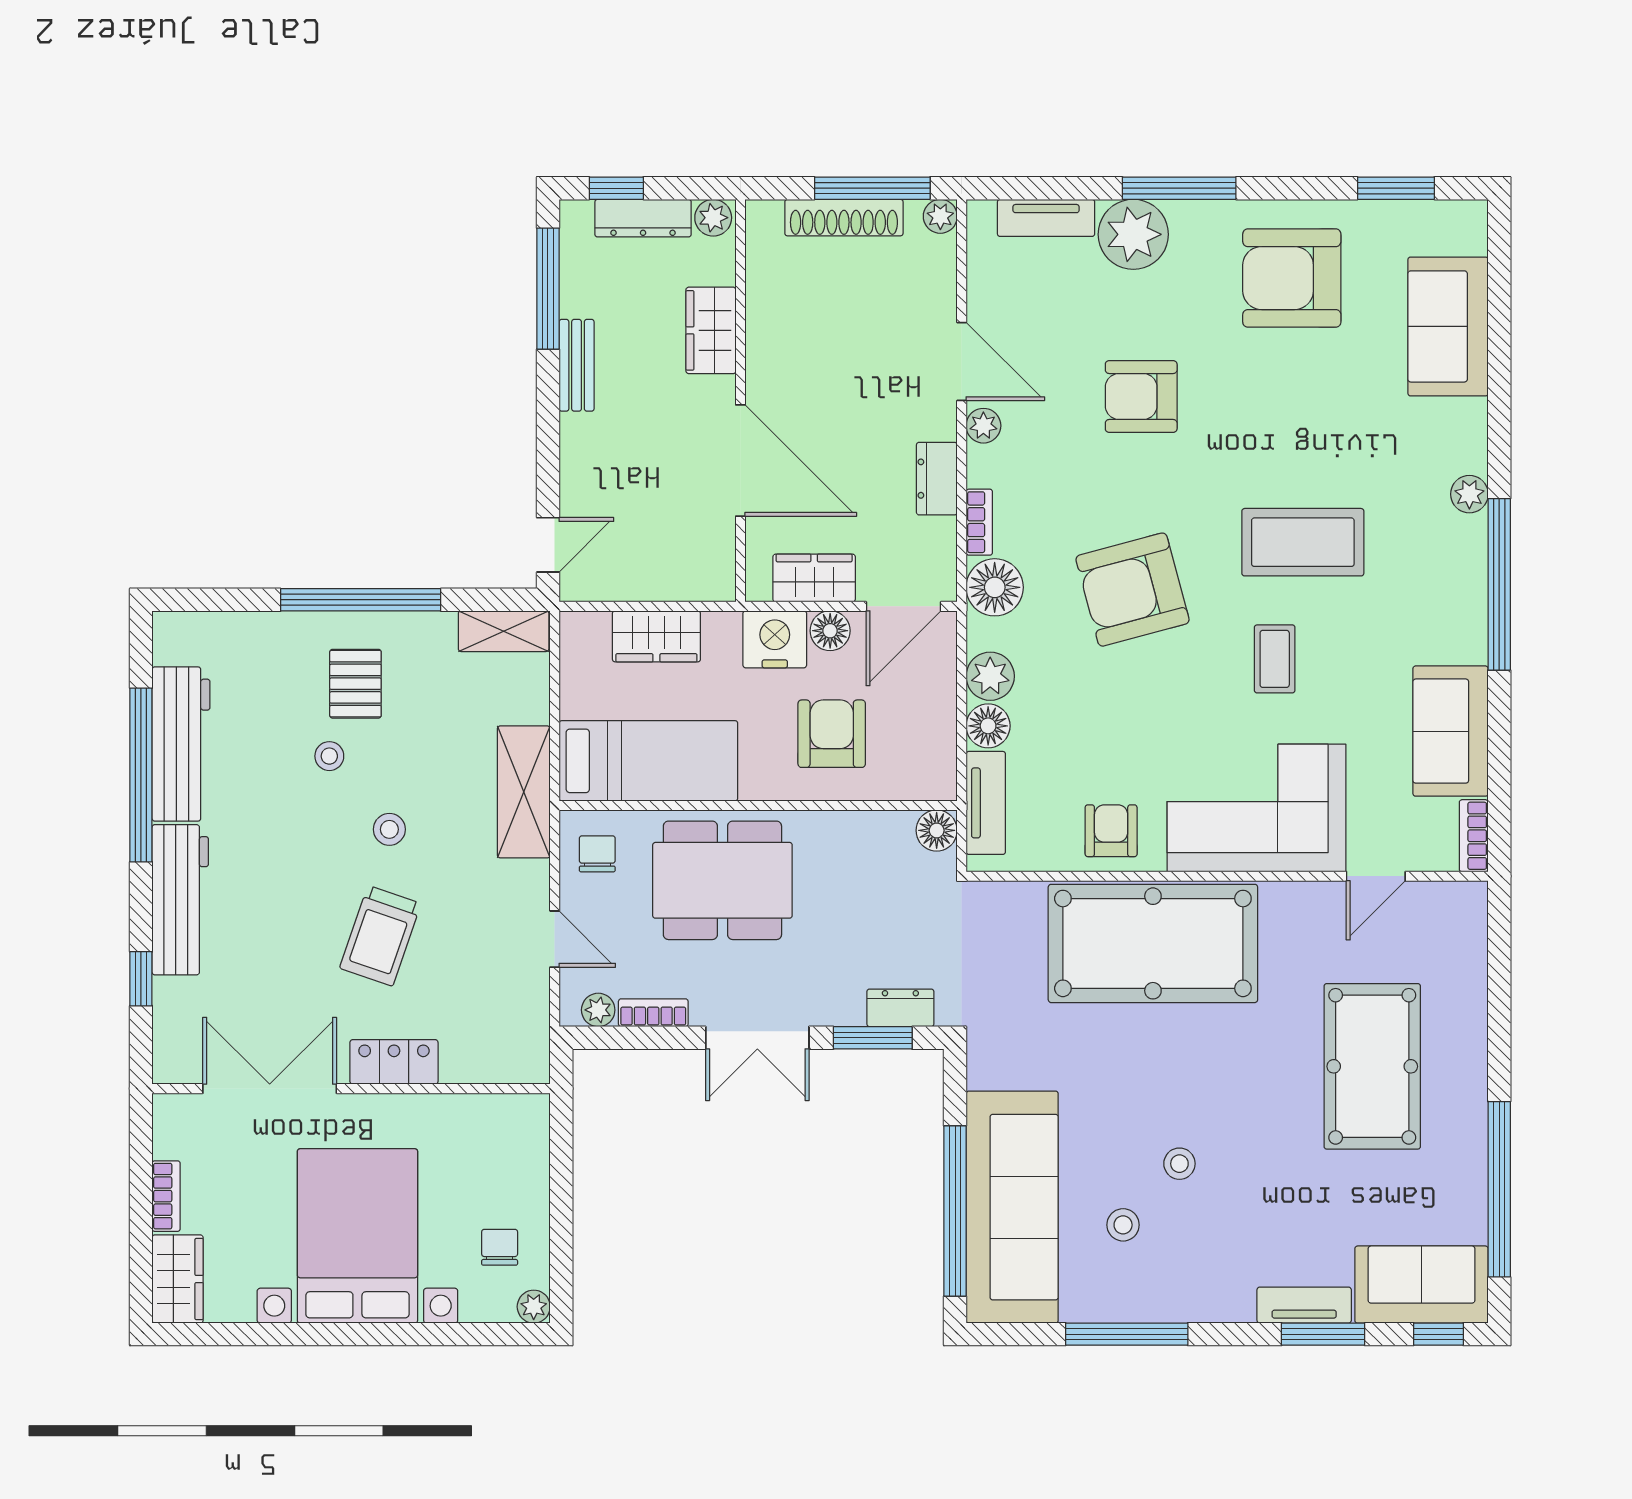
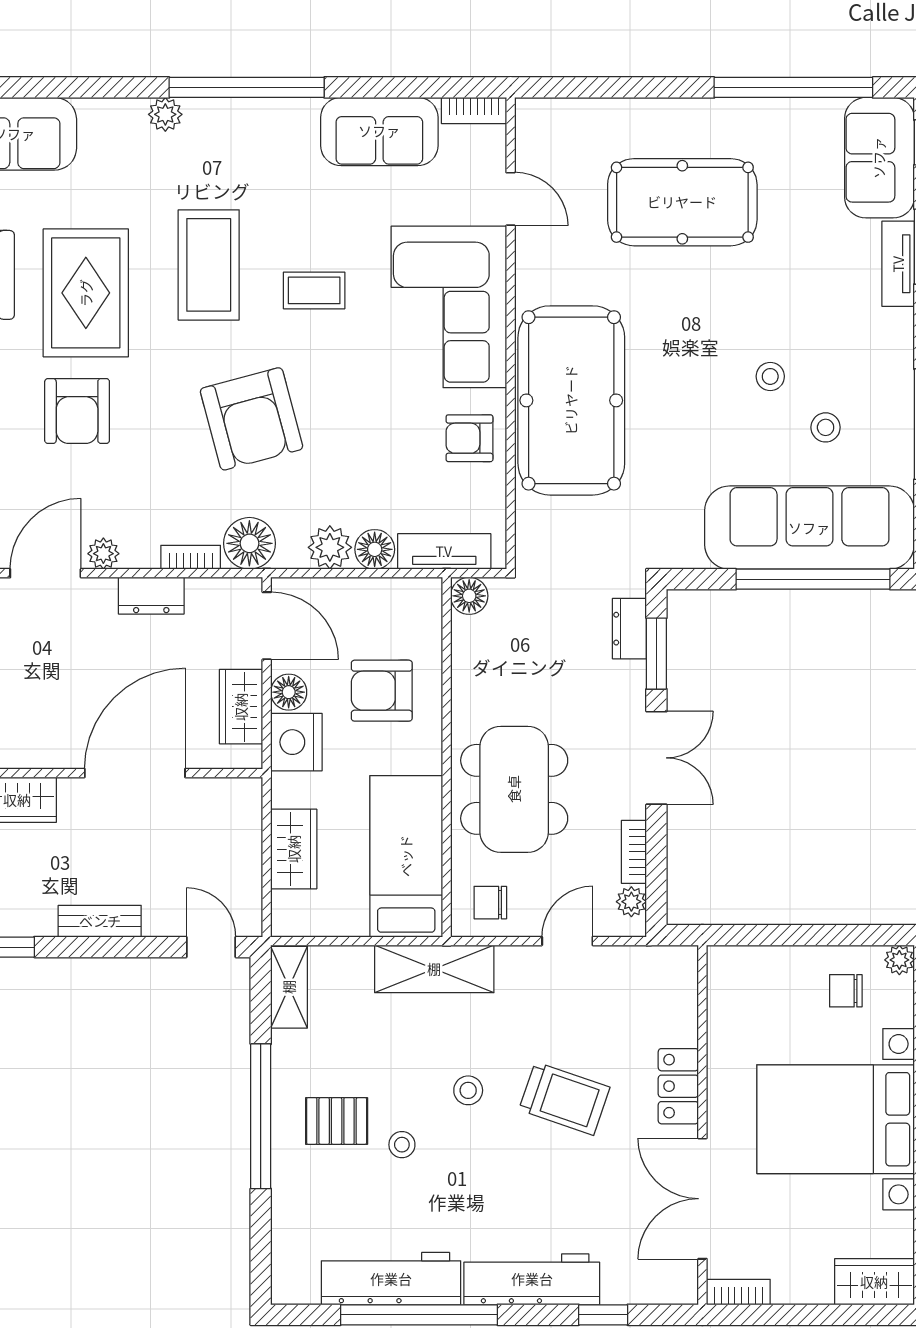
bench: (577, 365) -> (100, 921), moved
rug: (1272, 406) -> (86, 293), added
bookcase: (166, 1196) -> (738, 1292), moved

